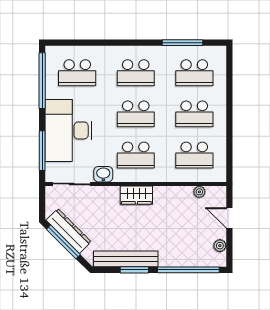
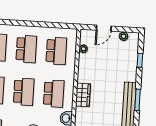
window: (188, 270) -> (140, 60), width x0.32

